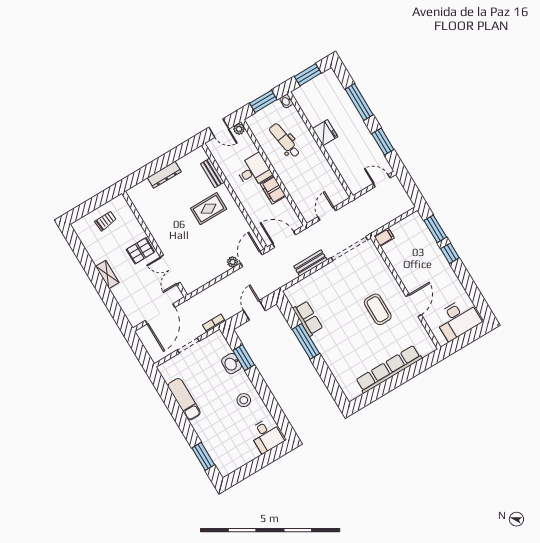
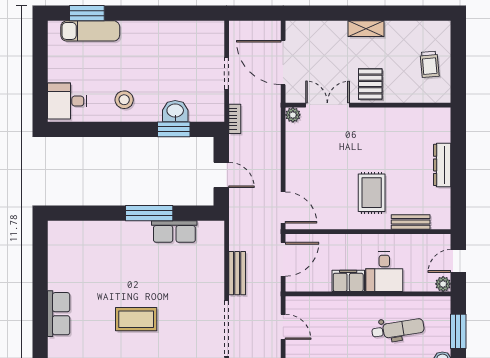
plant: (233, 262) -> (293, 115), moved
row of seats: (389, 369) -> (59, 314), width x0.50
exam couch: (184, 399) -> (90, 31), moved

